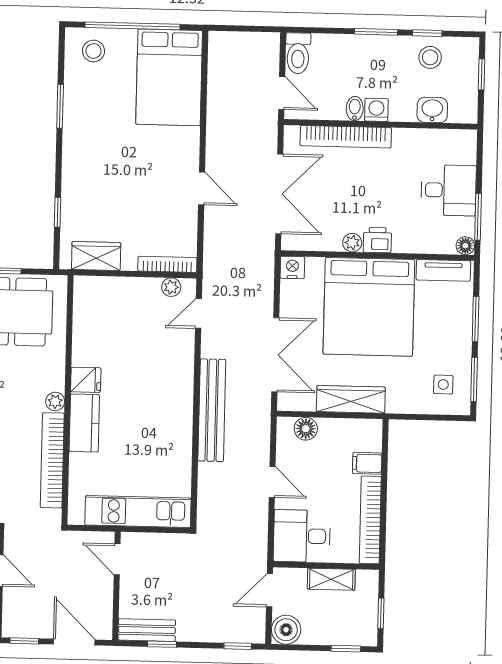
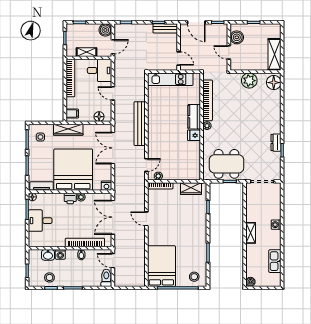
washing machine: (376, 110) -> (60, 254), moved
wardrobe: (351, 399) -> (68, 130), moved
filing cabinet: (367, 463) -> (72, 114), moved

